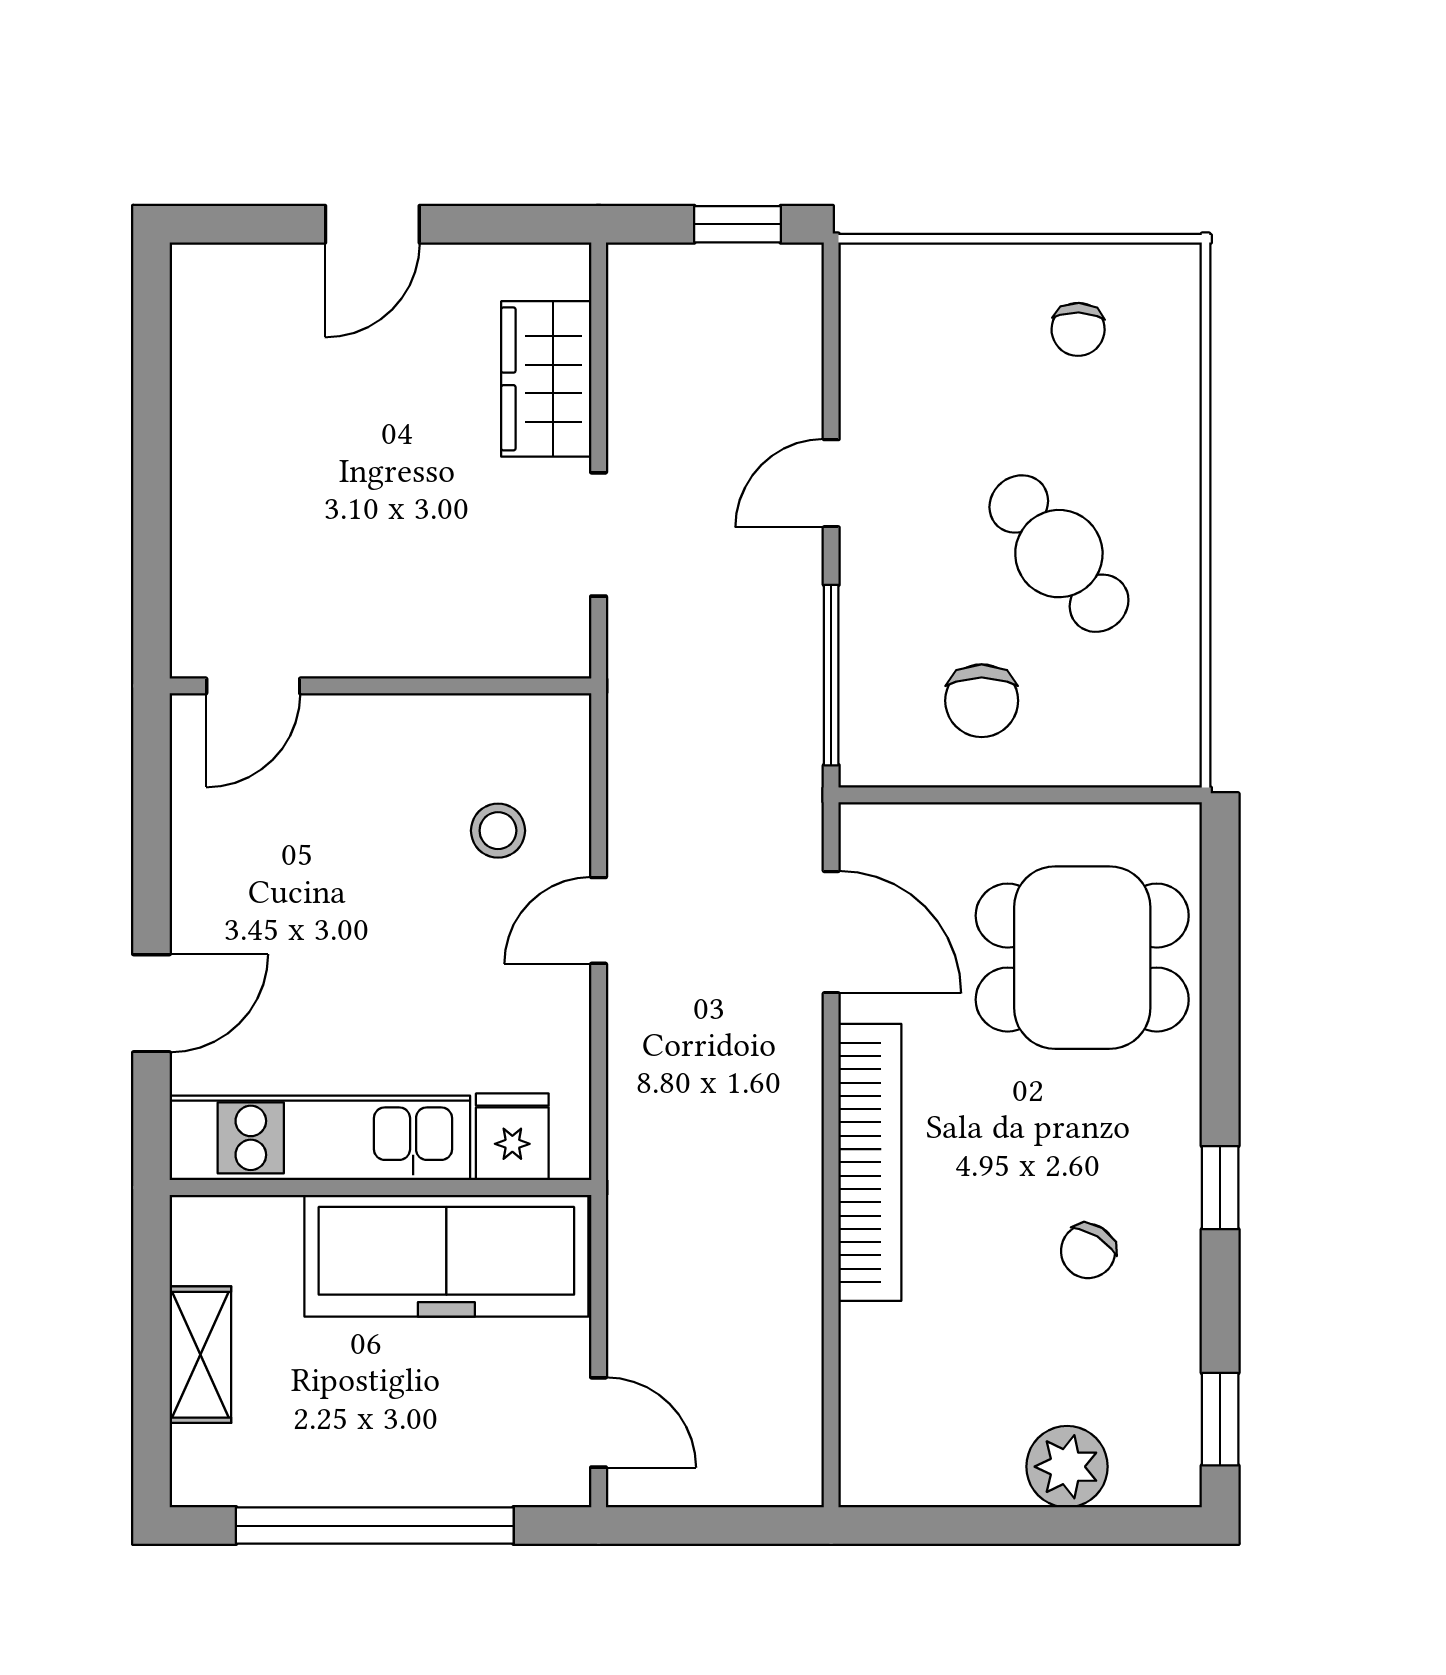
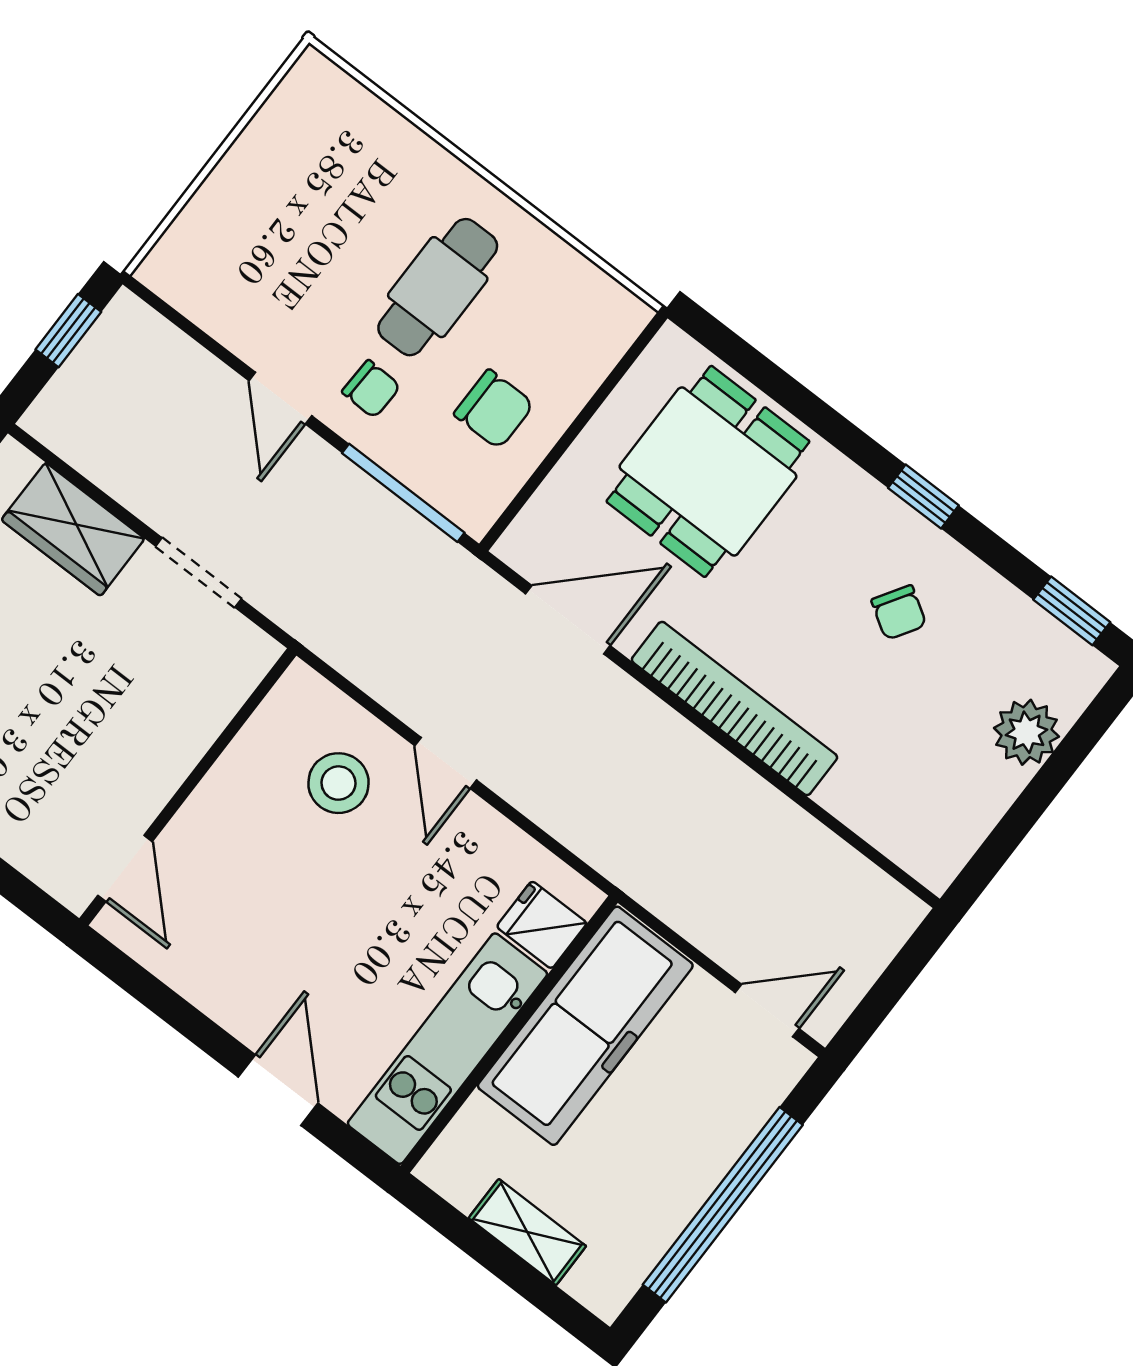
chair: (1078, 329) -> (371, 389), moved
cafe table: (1059, 554) -> (438, 287), turned -51
stool: (498, 831) -> (338, 783), width x1.37, depth x1.37

